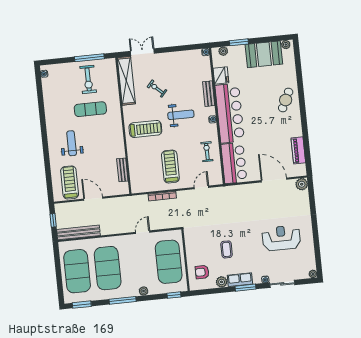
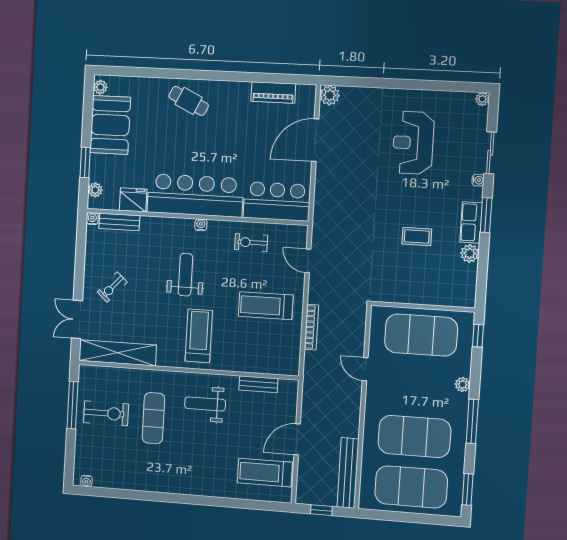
exercise bike: (157, 89) -> (112, 287), moved
bench: (209, 94) -> (119, 222), moved
weight bench: (72, 143) -> (205, 404), moved
armchair: (202, 272) -> (448, 283), removed

